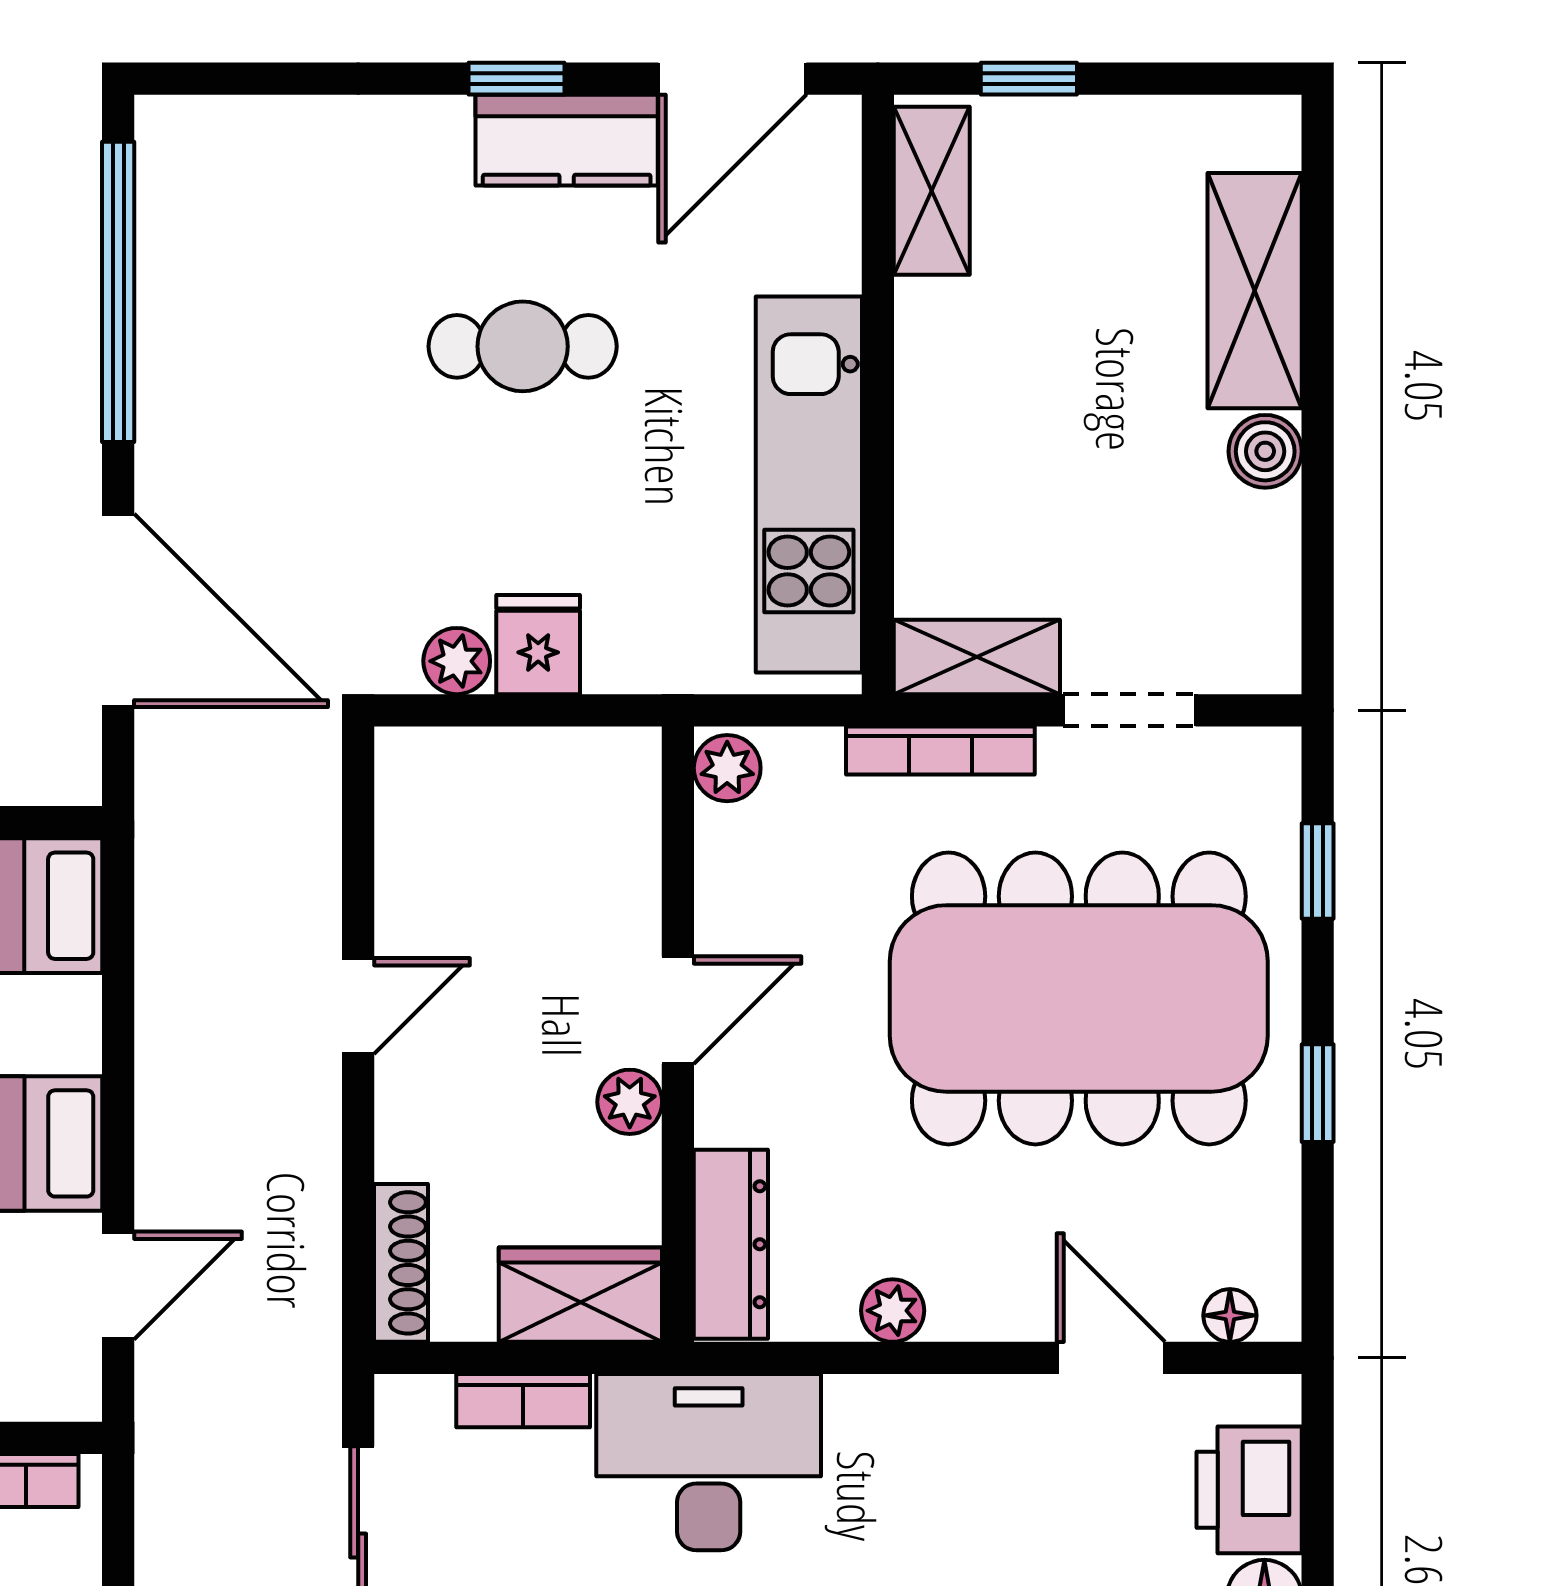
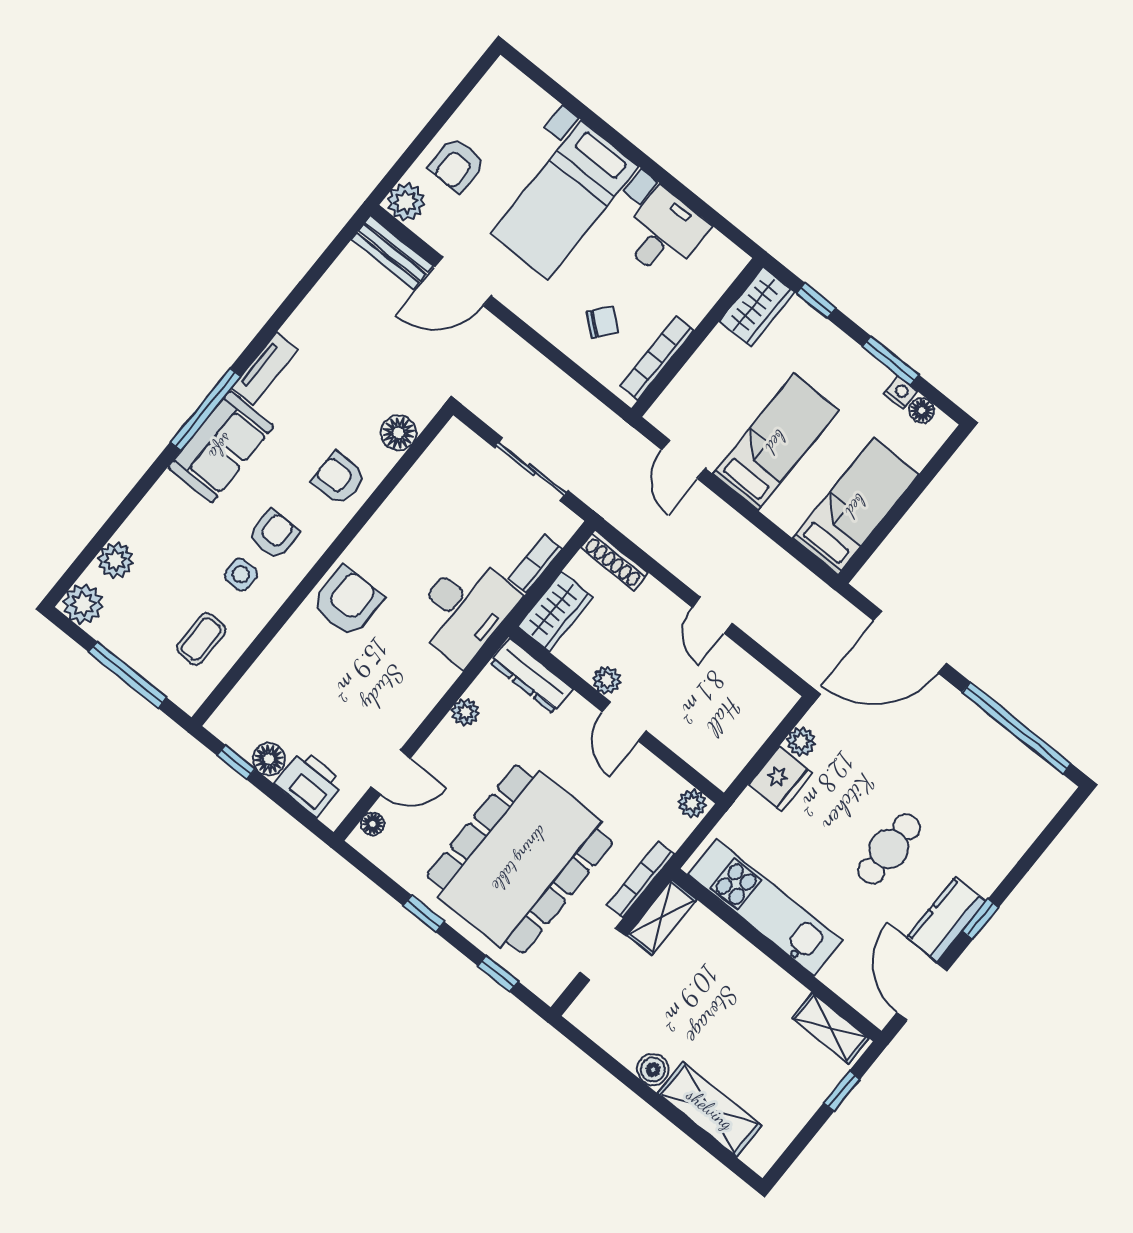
fridge: (538, 645) -> (780, 779), width x1.38

